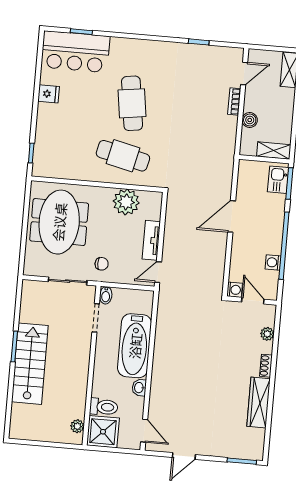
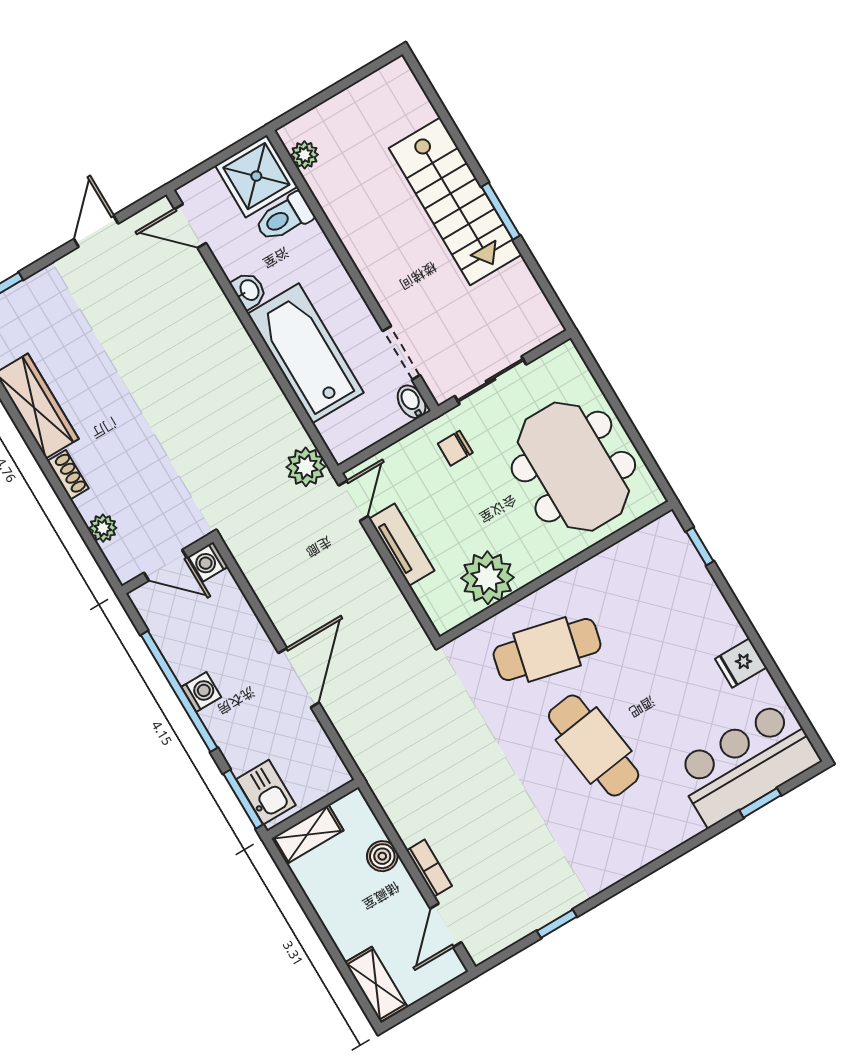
washing machine: (273, 262) -> (201, 692), moved
plant: (167, 300) -> (306, 467), added

